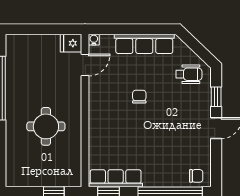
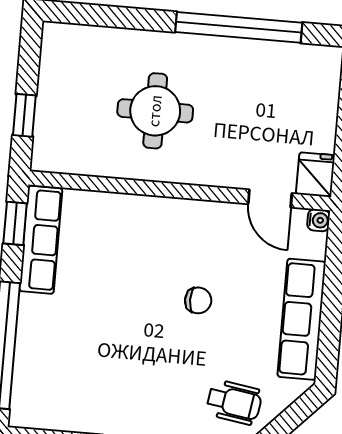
wheelchair: (189, 74) -> (234, 402), turned -81
chair: (196, 176) -> (32, 399), removed

